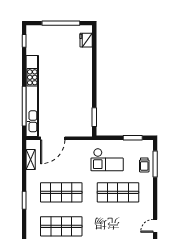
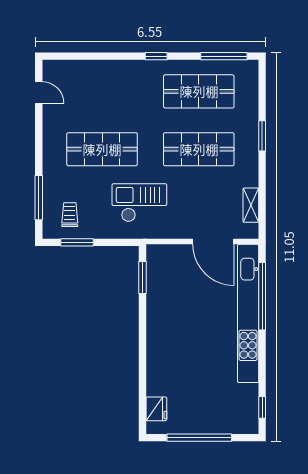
door: (53, 138) -> (213, 242), swing flipped
checkout: (107, 160) -> (139, 203), moved
trolley: (144, 165) -> (70, 215), moved
door: (155, 226) -> (39, 92), hinge flipped

